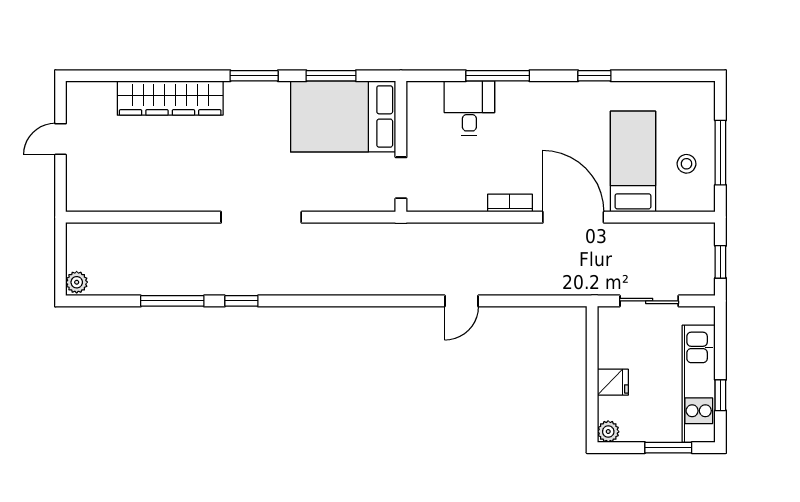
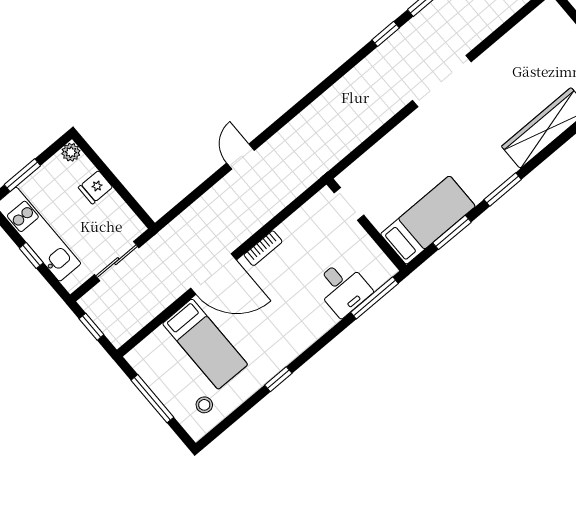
window: (498, 76) -> (374, 298), moved
bed: (343, 116) -> (428, 220), width x0.67
stool: (687, 164) -> (204, 405), moved
doorway: (261, 217) -> (442, 81), moved
window: (720, 395) -> (31, 256), moved

